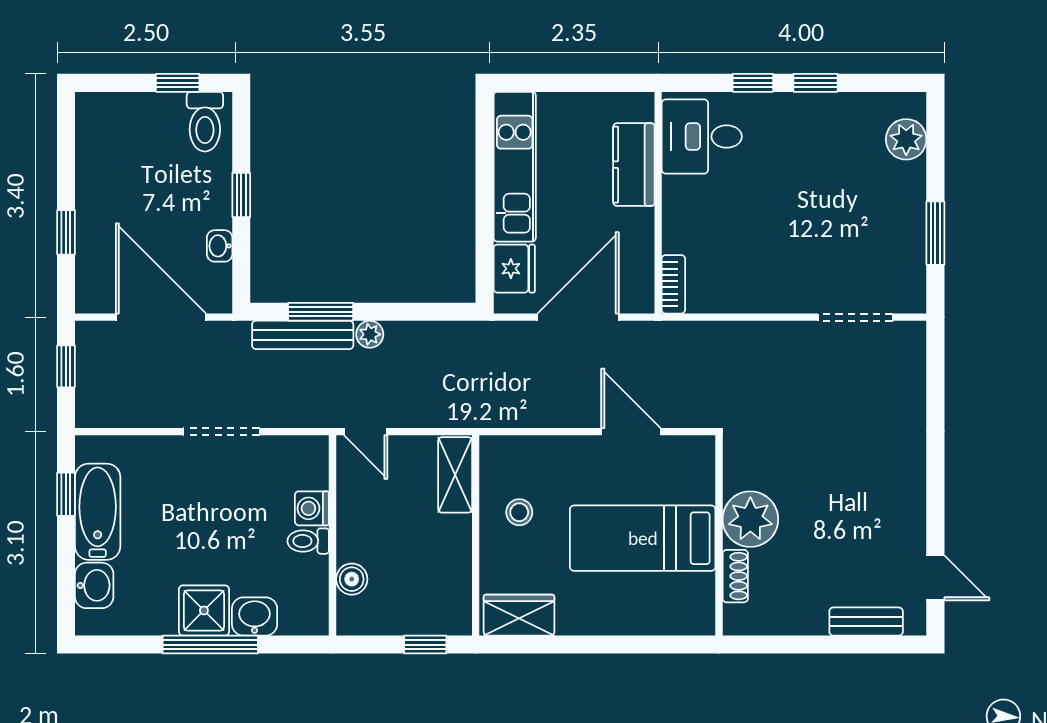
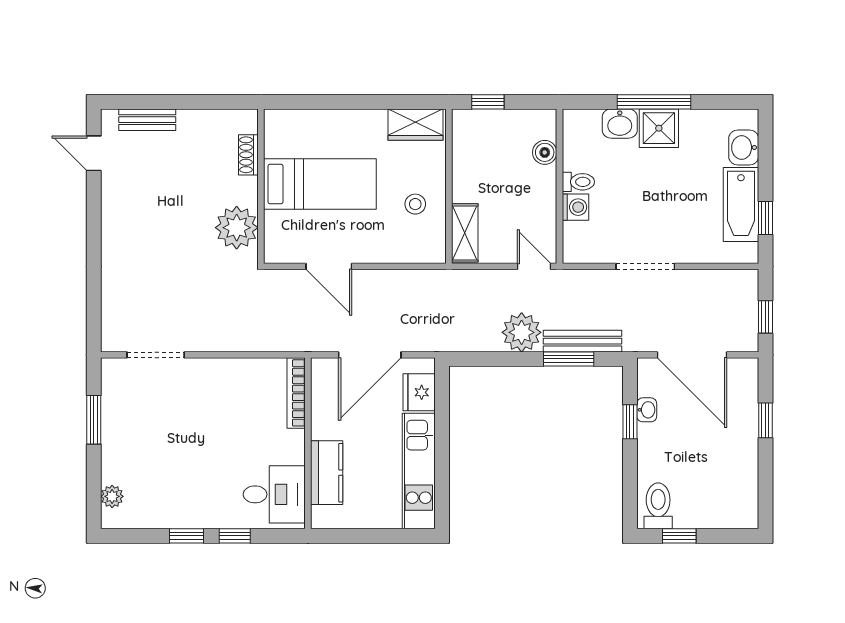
plant: (906, 139) -> (112, 496), width x0.73, depth x0.73
window: (241, 195) -> (630, 422), moved
bookcase: (673, 284) -> (296, 393), width x1.56
plant: (370, 334) -> (522, 332), width x1.87, depth x1.87
plant: (750, 519) -> (237, 228), moved

